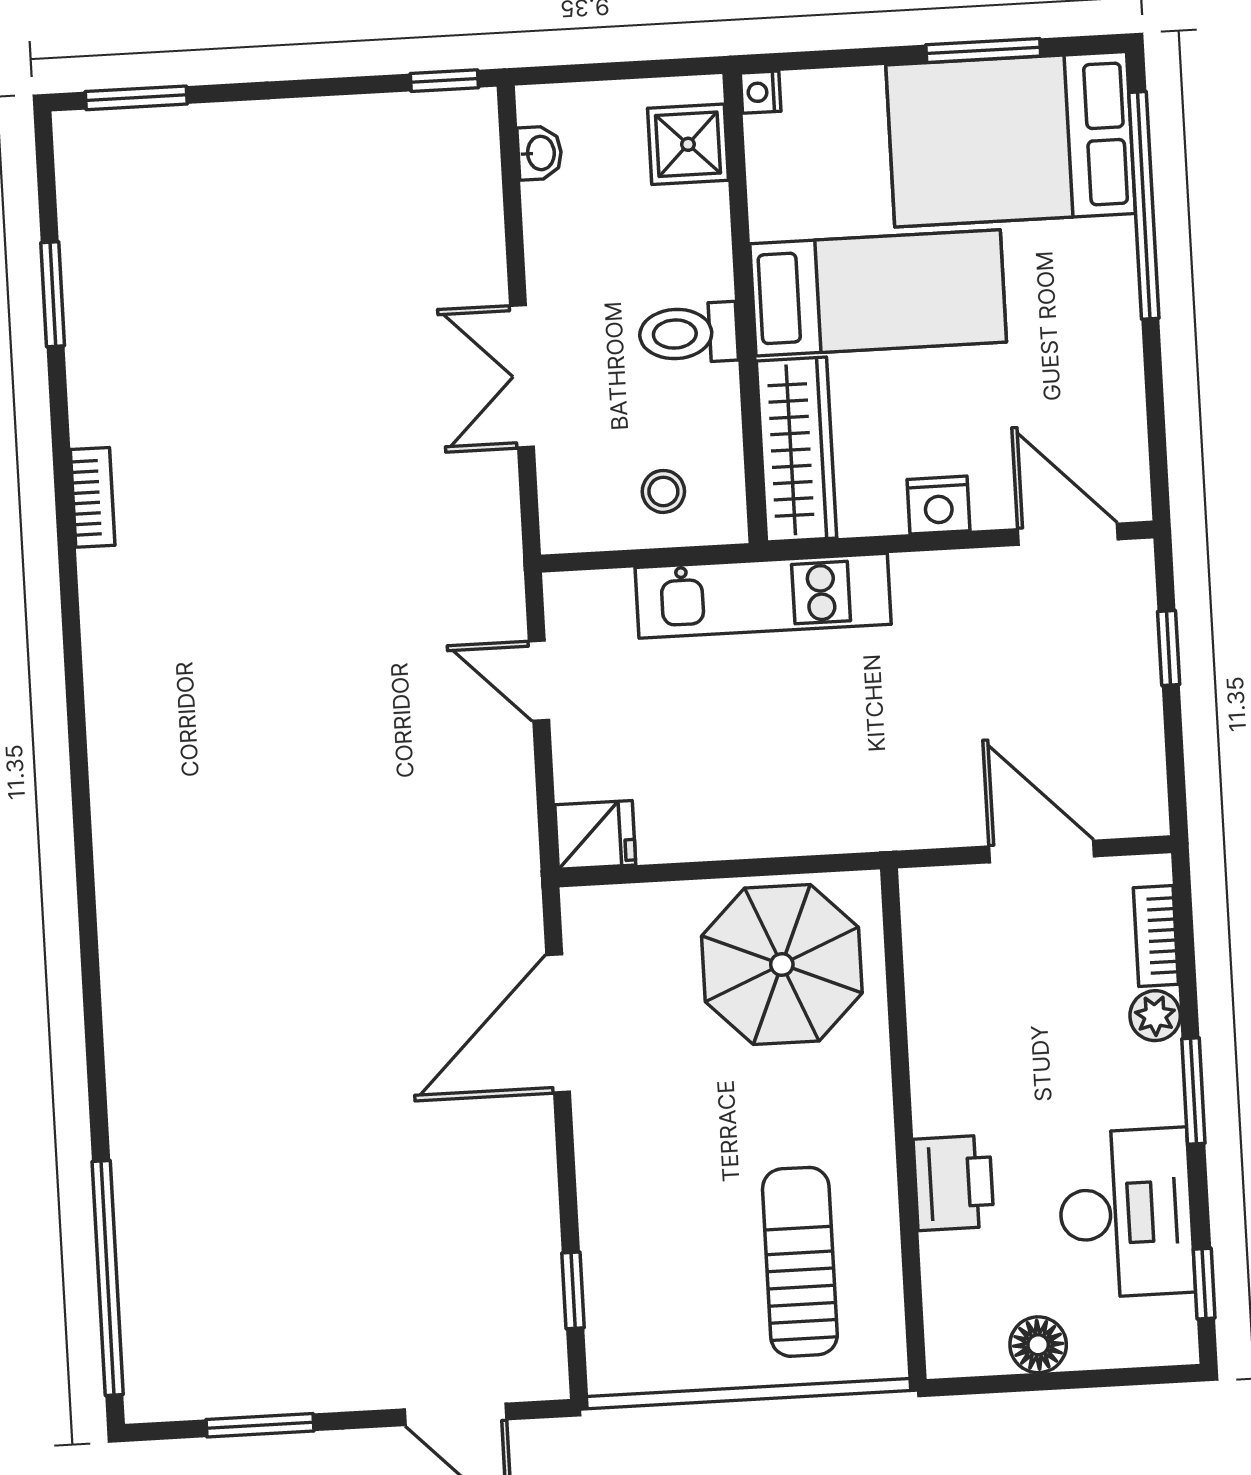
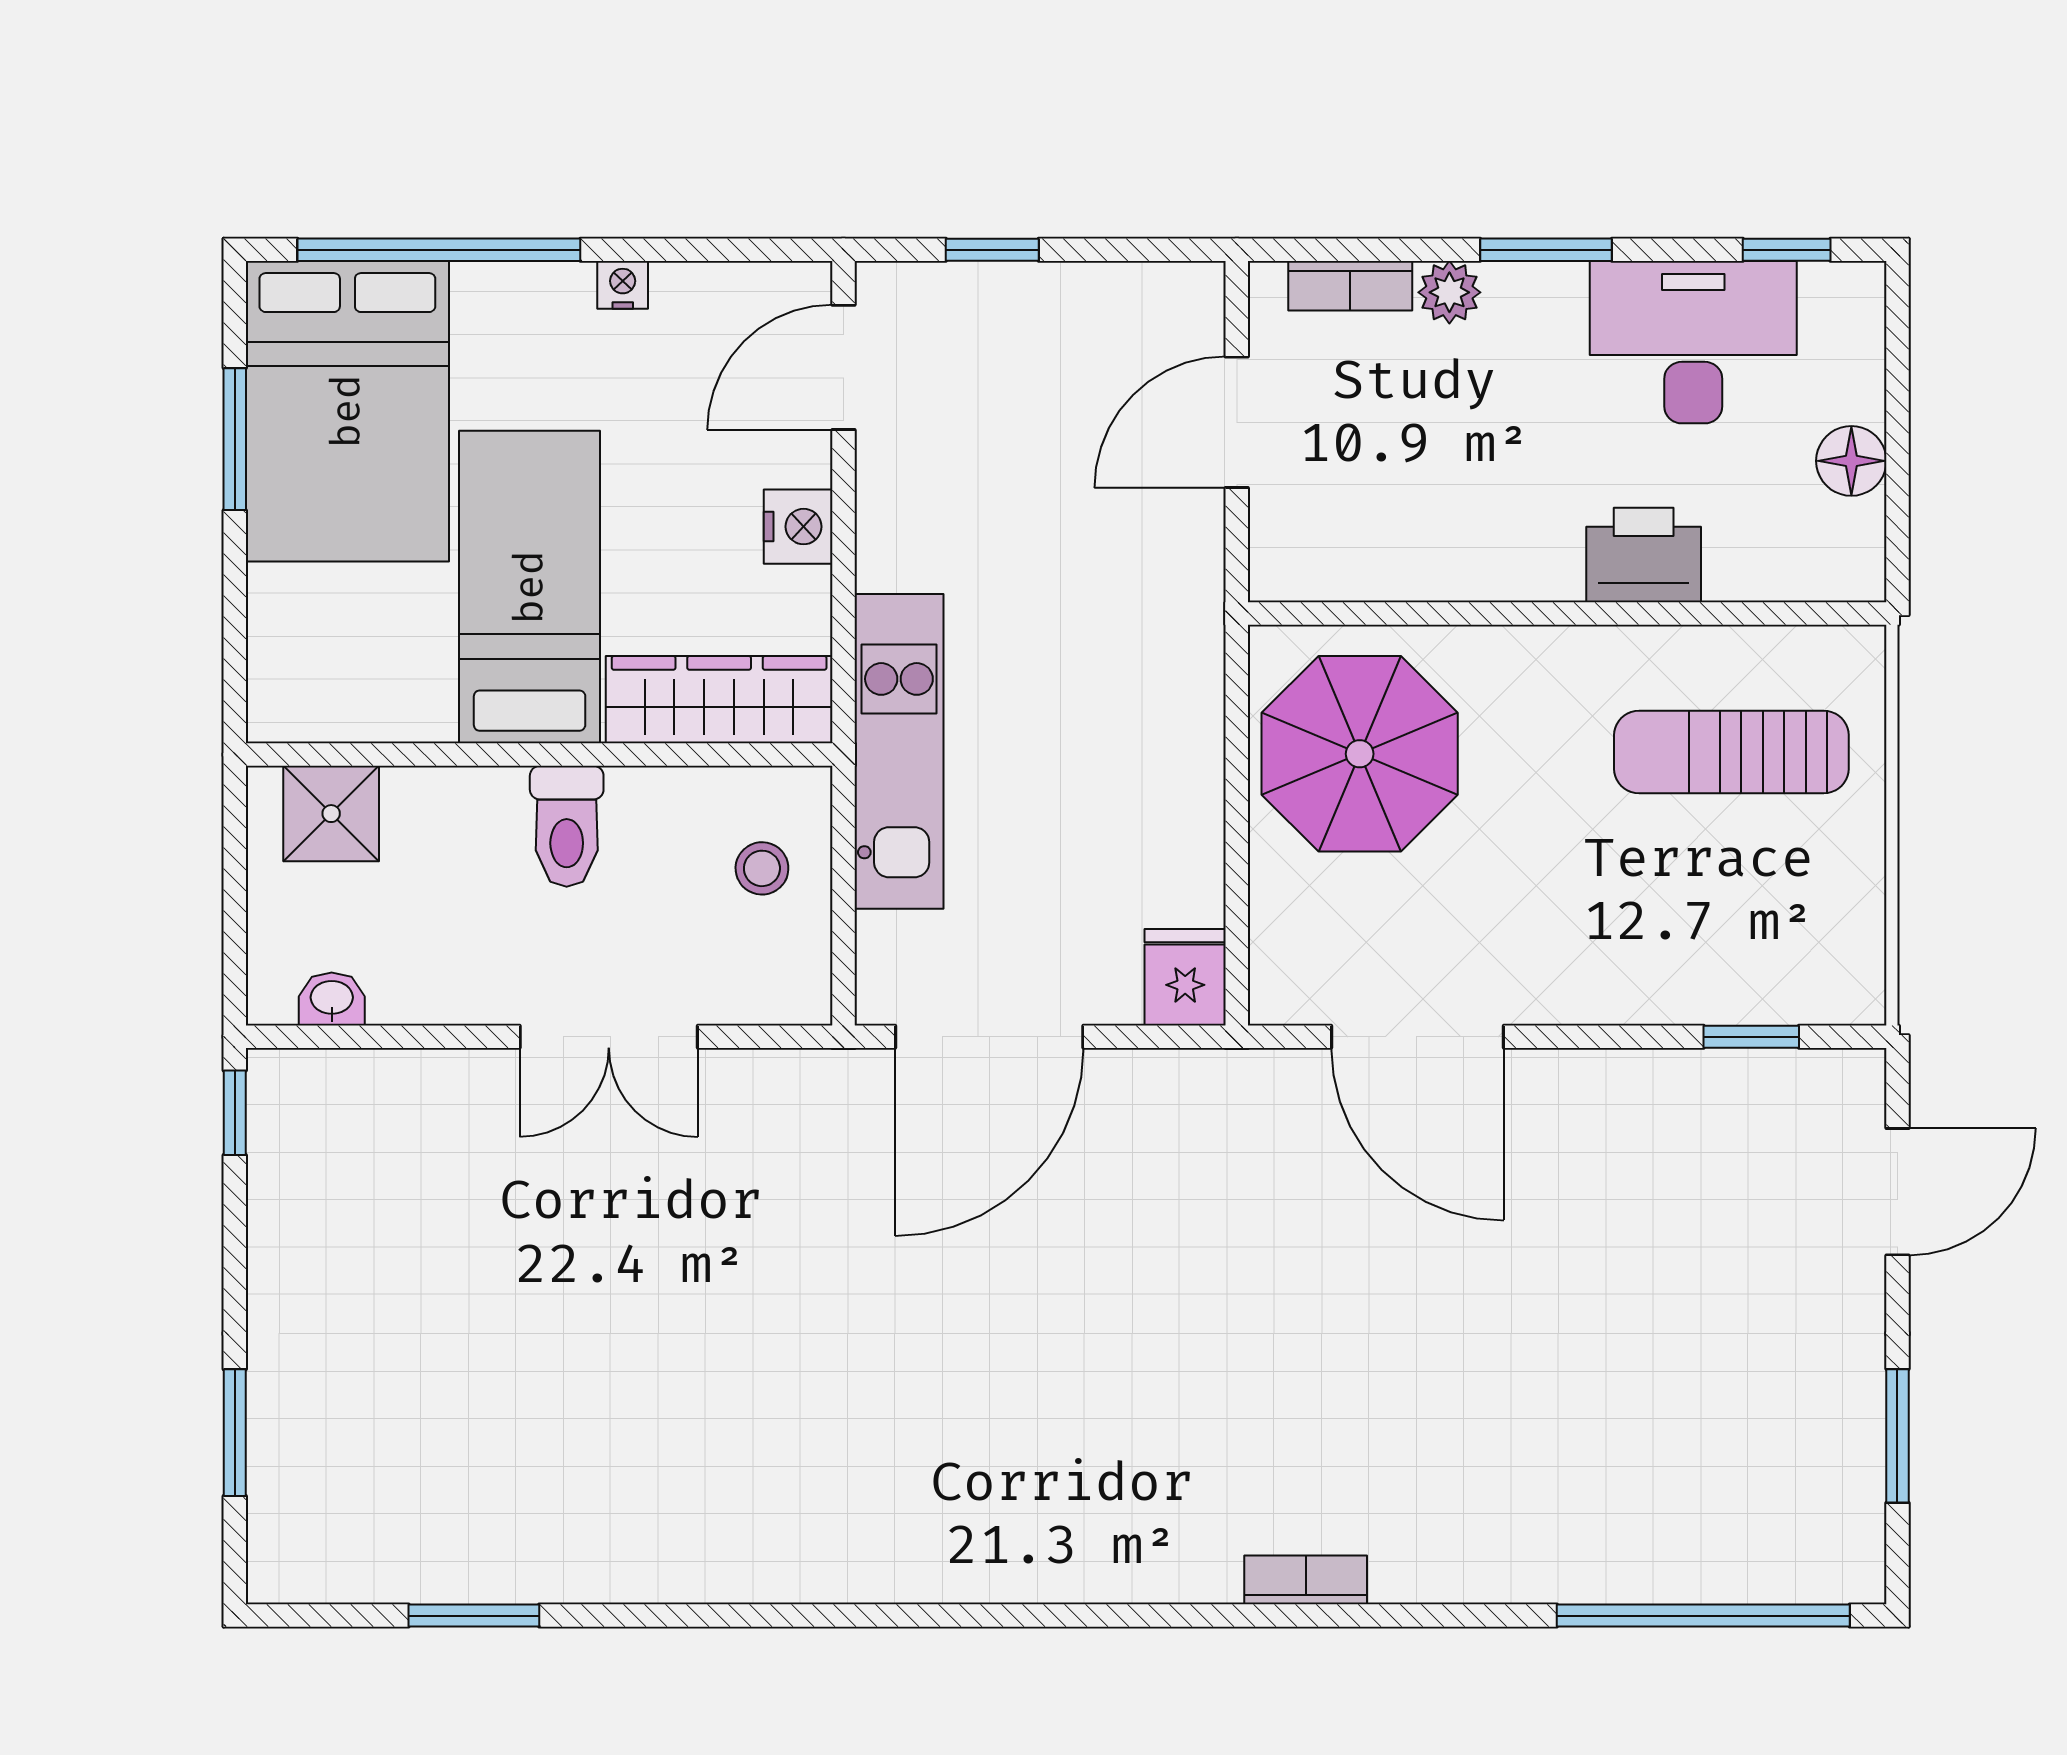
nightstand: (761, 92) -> (623, 285), moved, turned 180
window: (136, 98) -> (235, 1433), moved
bookcase: (93, 497) -> (1306, 1580), moved
door: (539, 681) -> (989, 1037), width x1.87

